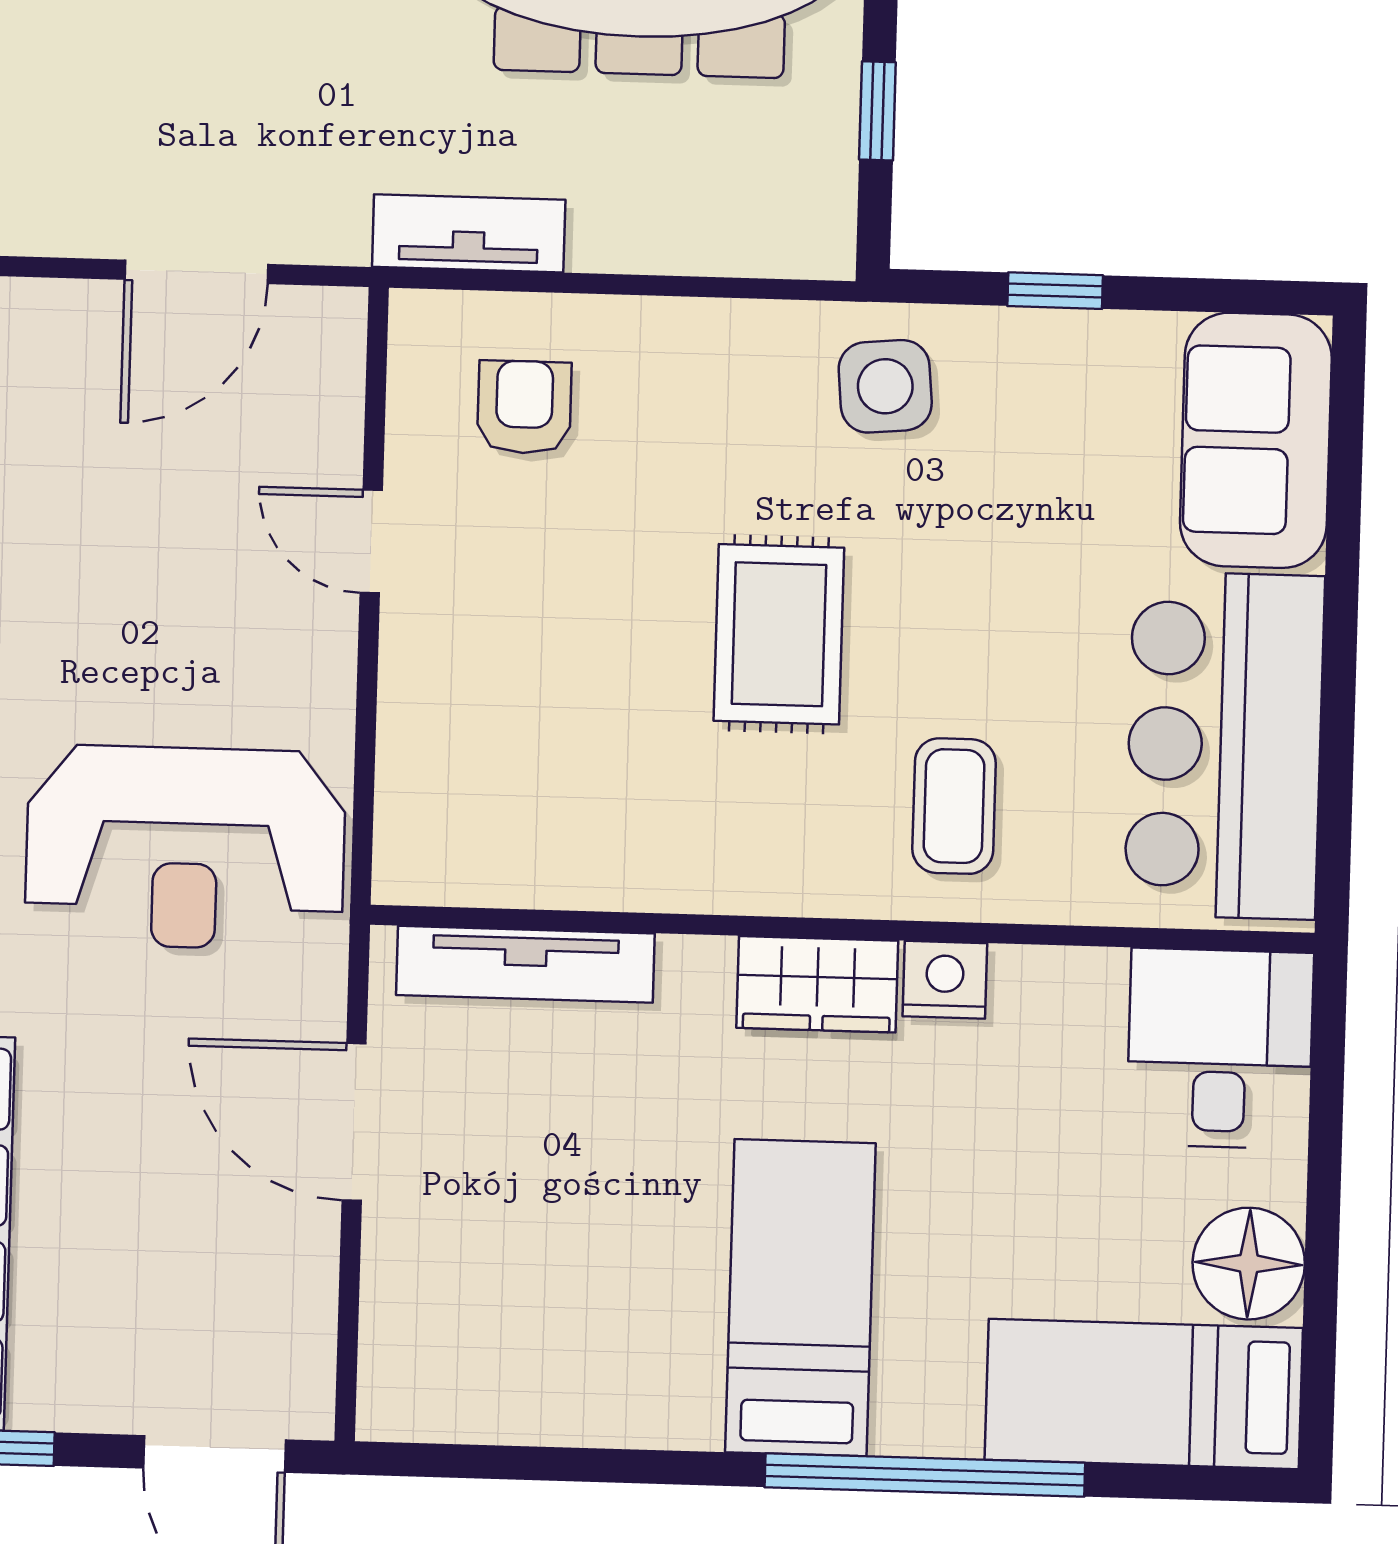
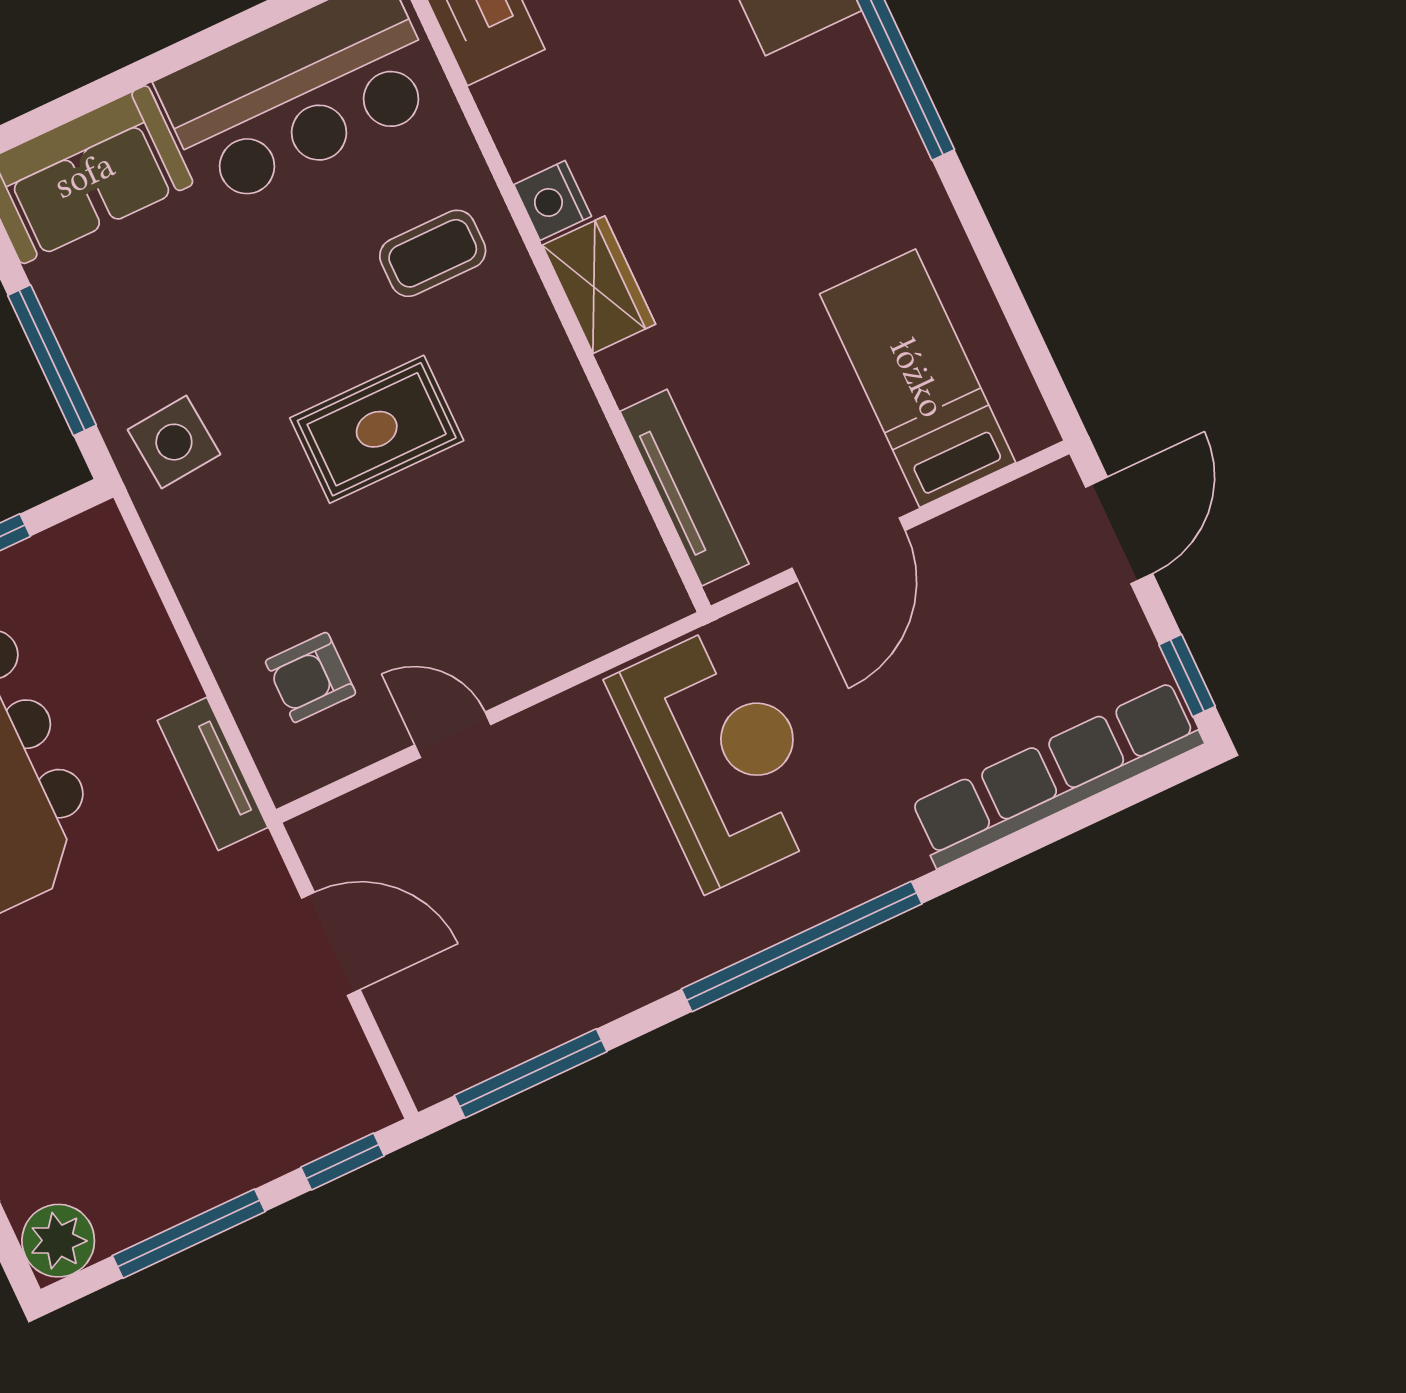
window: (1055, 291) -> (52, 360), width x2.17
door: (371, 542) -> (453, 735), swing flipped
bed: (800, 1298) -> (918, 378), moved, turned 90

